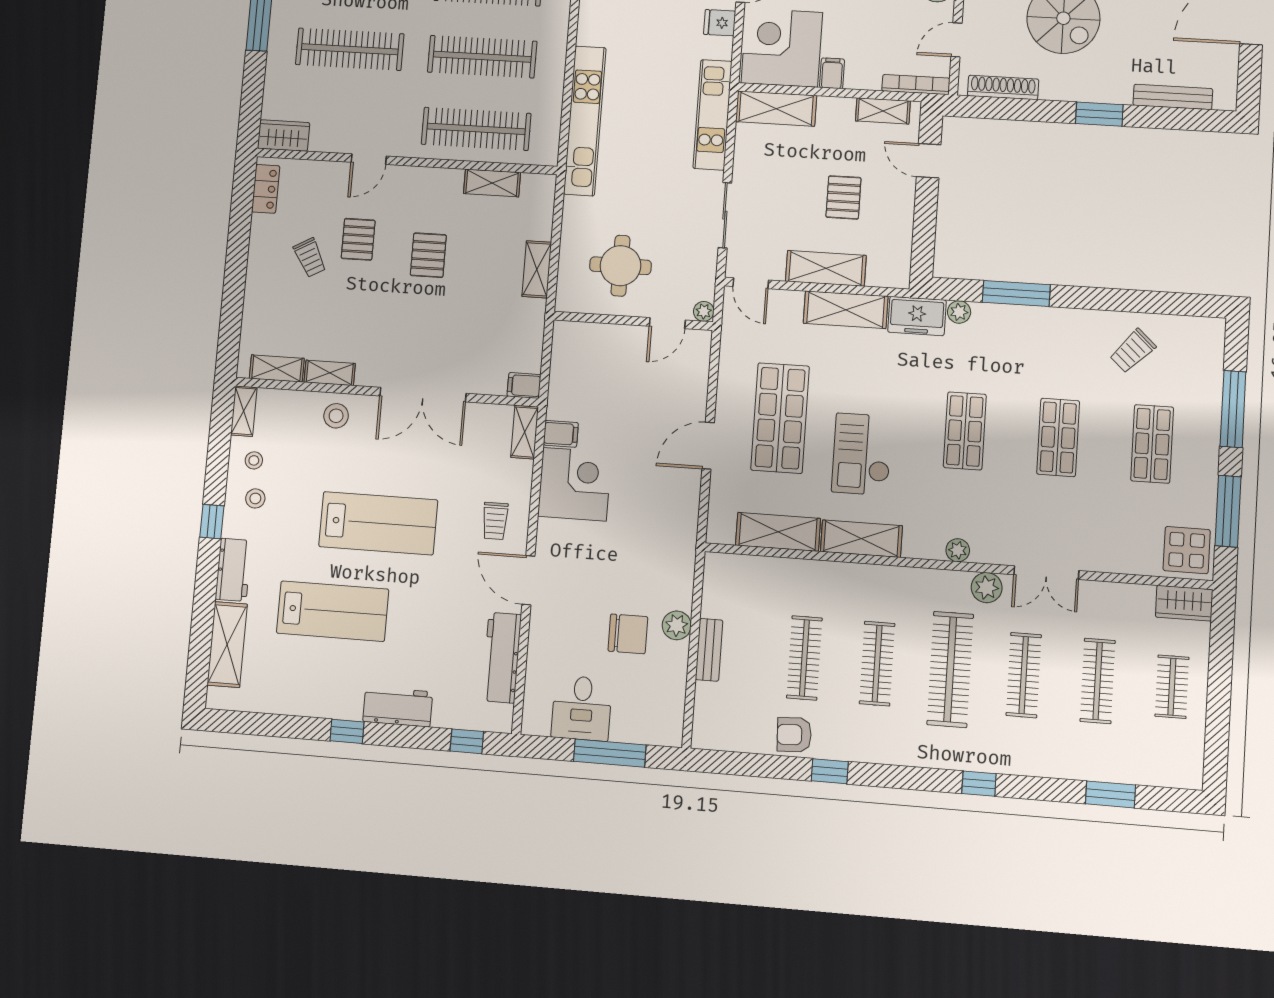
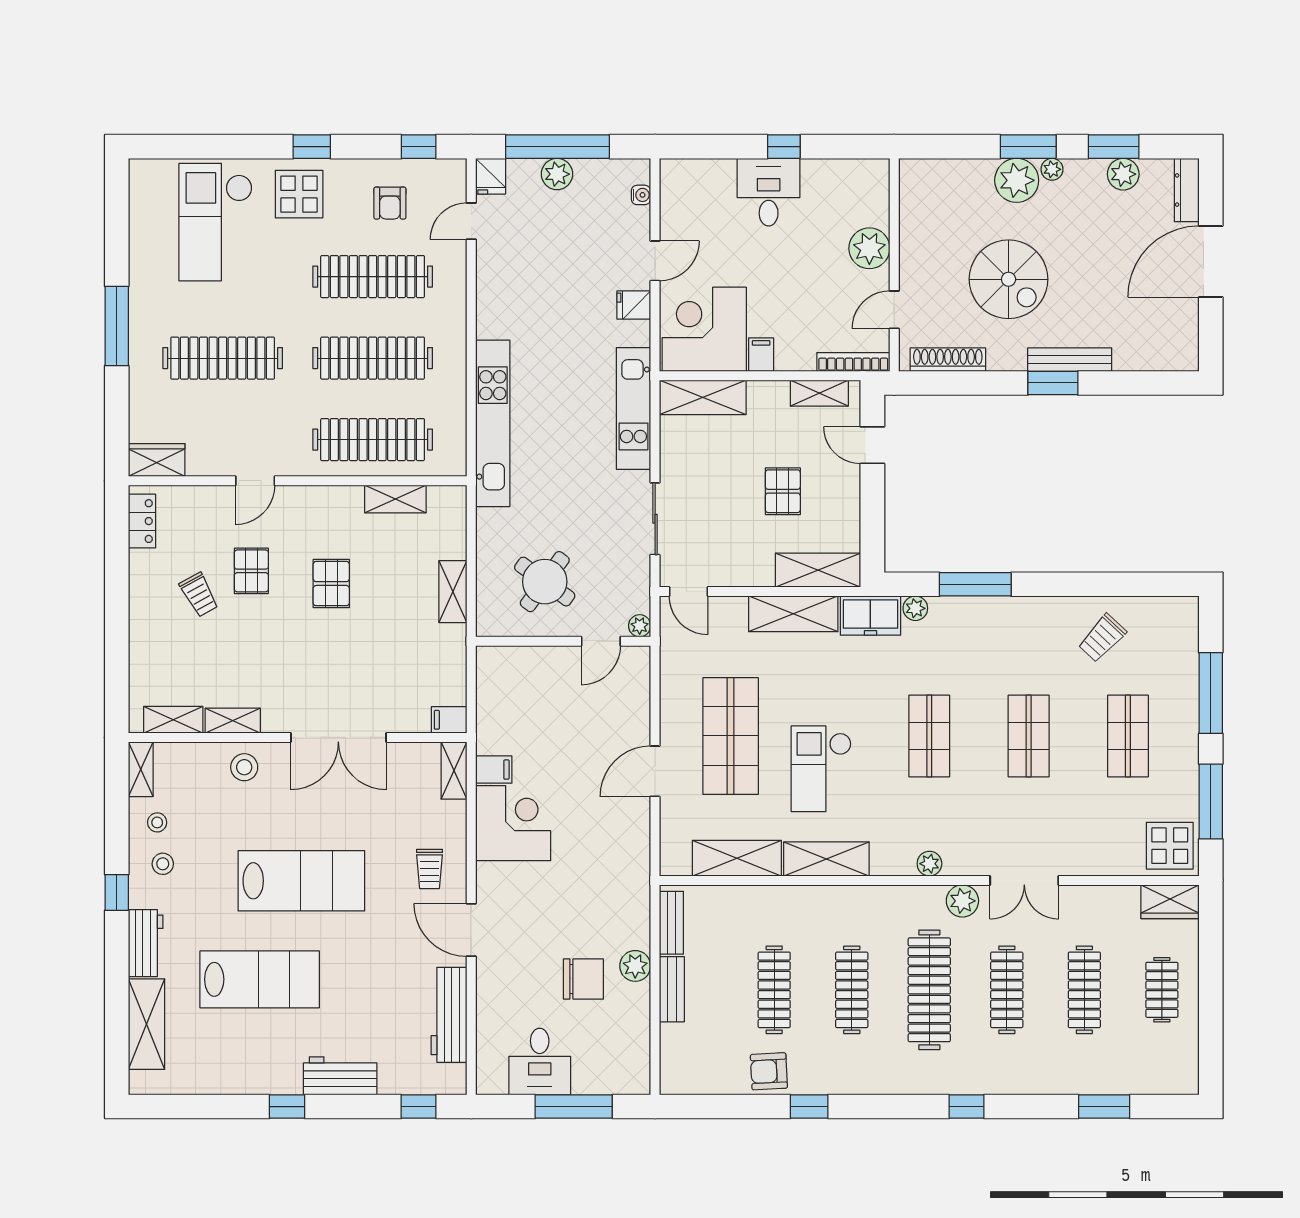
bench: (1173, 97) -> (1070, 360), moved
round table: (620, 266) -> (545, 582), turned 36
shelving: (826, 268) -> (818, 570), moved
bench: (713, 588) -> (671, 923), added

